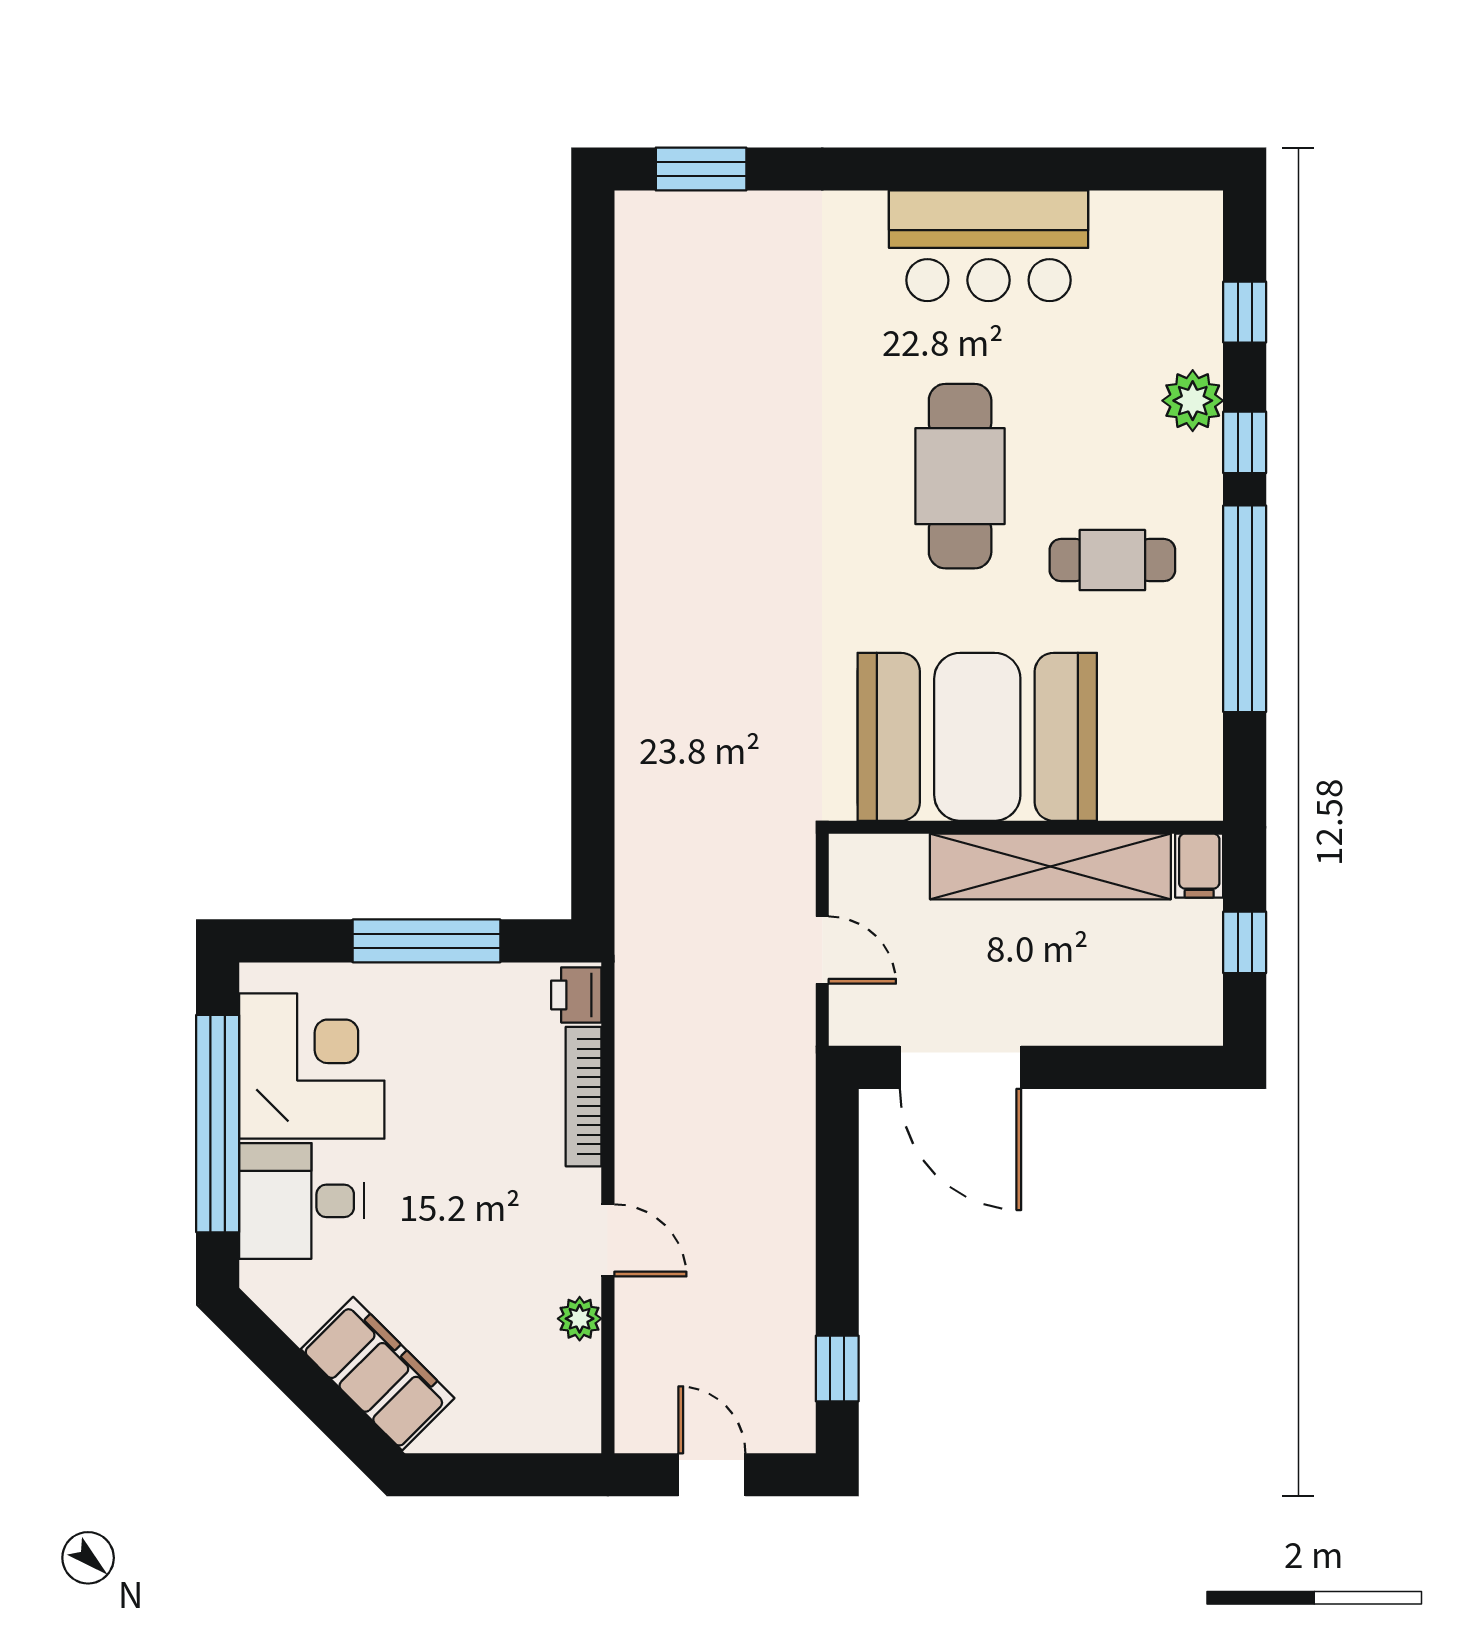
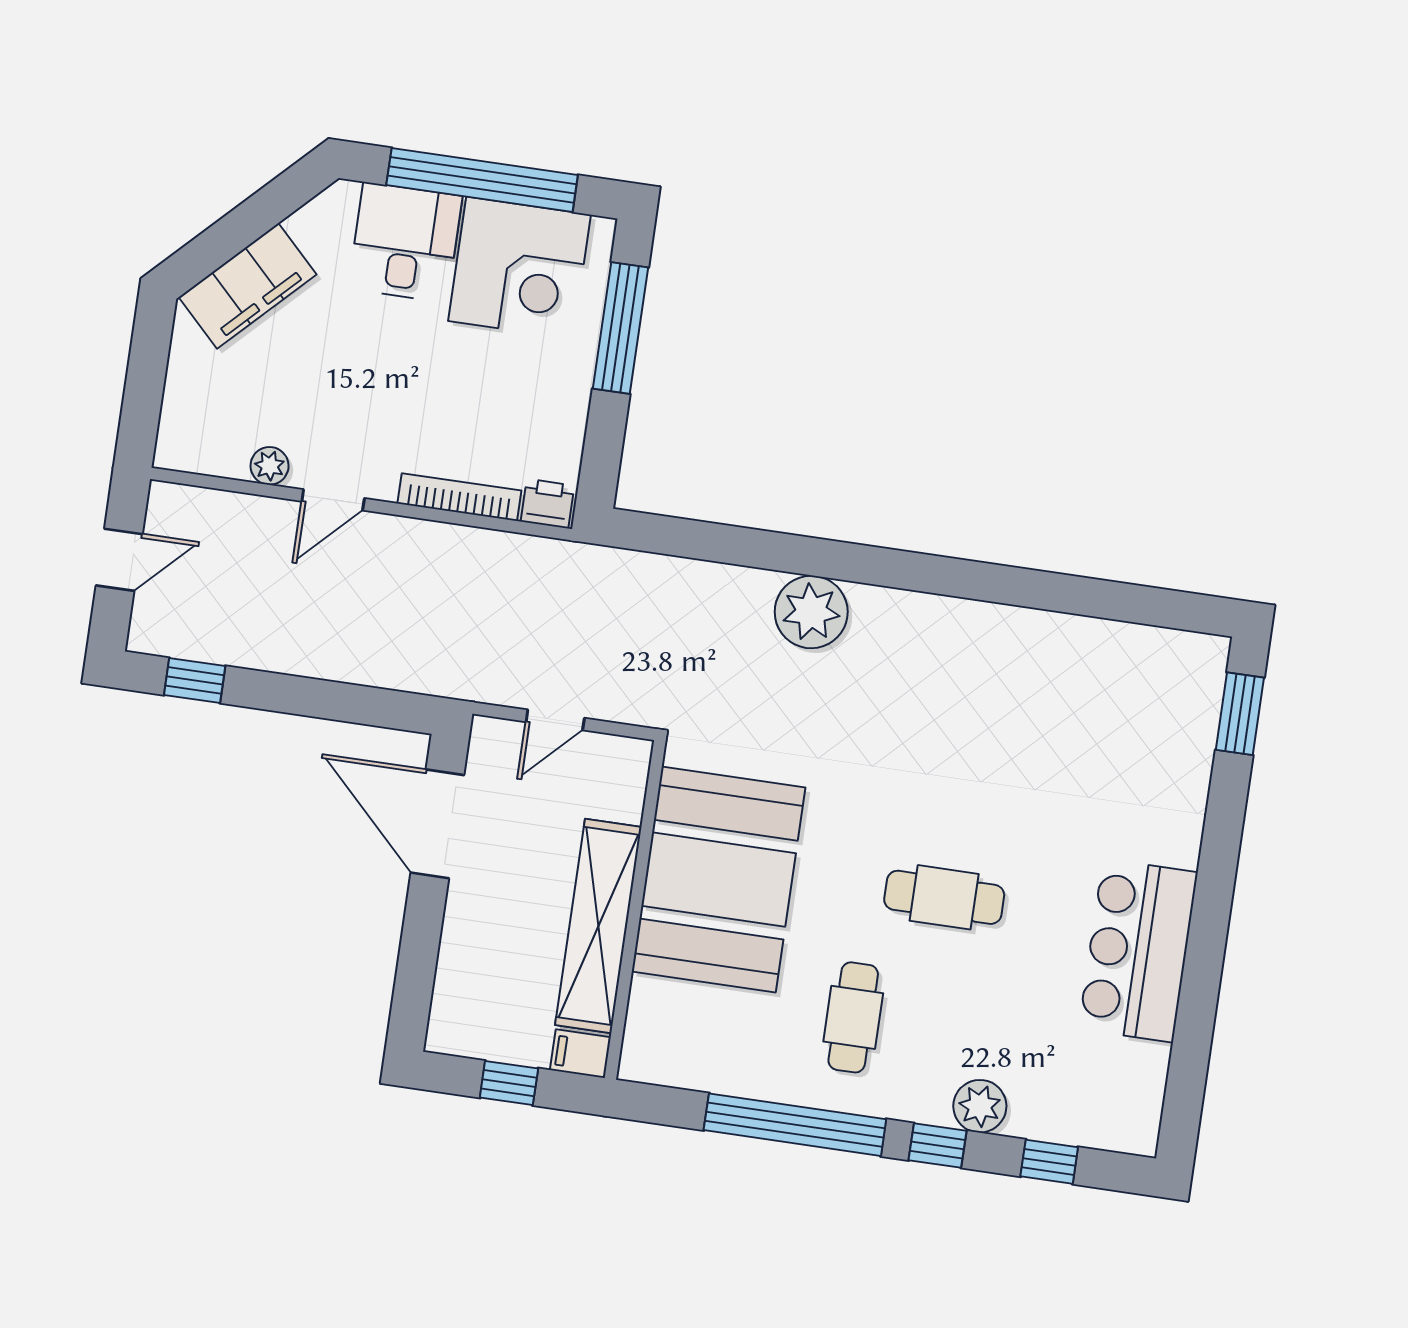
cafe table: (960, 476) -> (944, 897), width x0.73, depth x0.74
plant: (656, 676) -> (811, 612), added
window: (426, 941) -> (620, 328), moved
door: (961, 1067) -> (437, 824), hinge flipped

